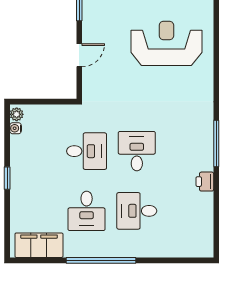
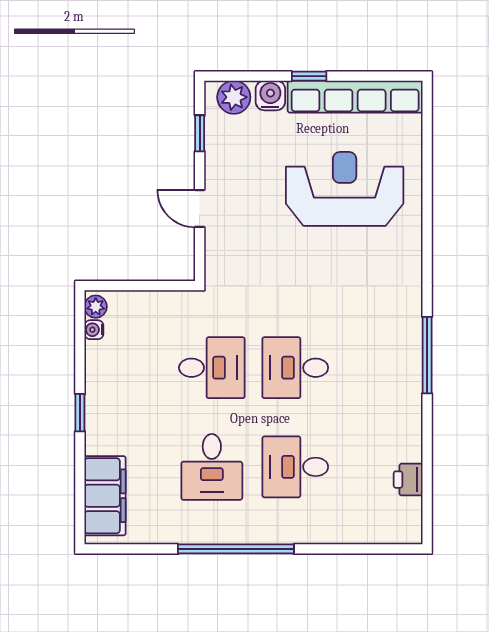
door: (79, 55) -> (200, 208), swing flipped
desk: (137, 151) -> (295, 368), turned -90
printer: (205, 182) -> (408, 480), moved
filing cabinet: (39, 245) -> (105, 496), moved, turned 90

